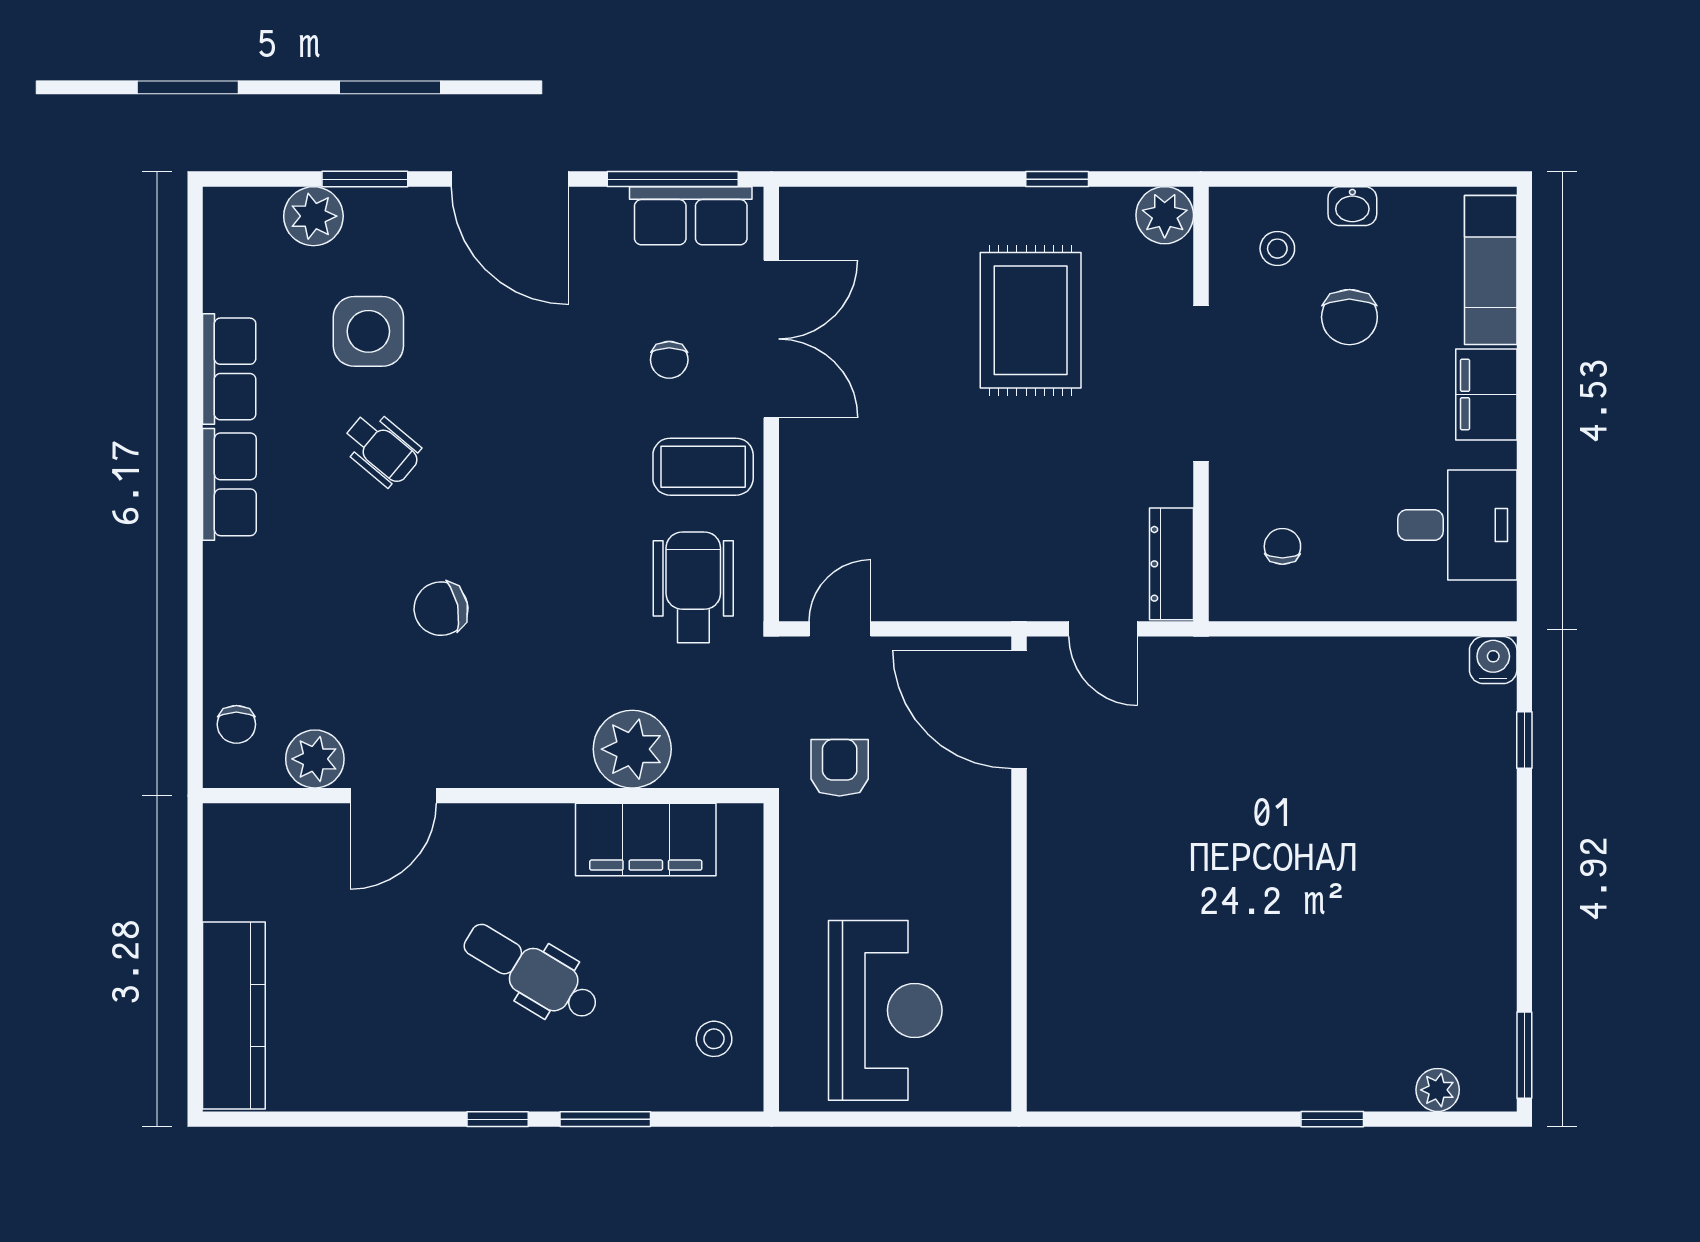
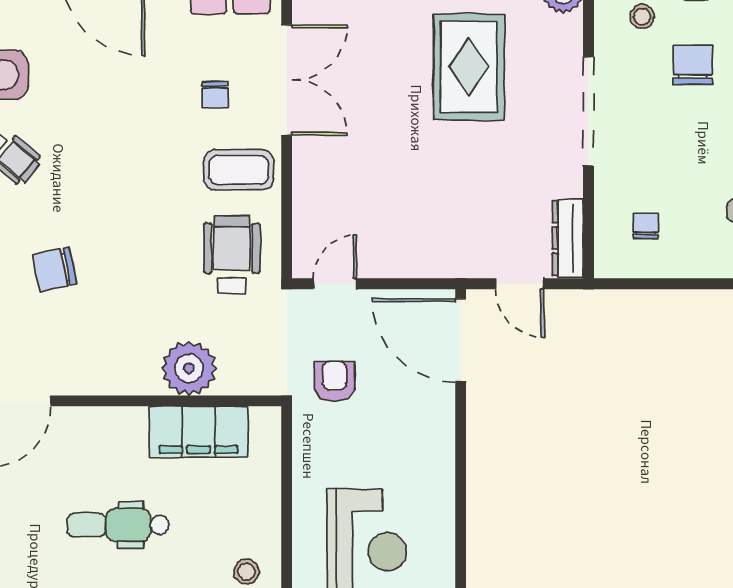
chair: (1349, 317) -> (693, 65), turned 180
dental chair: (531, 972) -> (118, 525), turned -31

